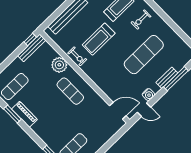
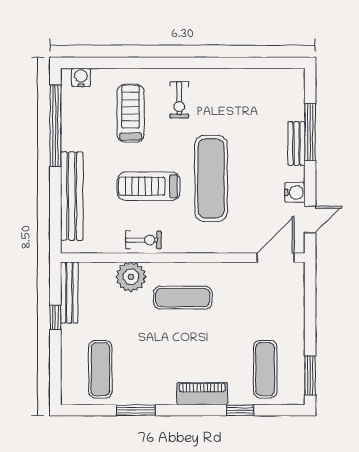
window: (30, 39) -> (55, 317), moved
treadmill: (99, 39) -> (149, 186), turned 90
exercise mat: (144, 55) -> (211, 178), moved
piano: (24, 114) -> (202, 394), moved

